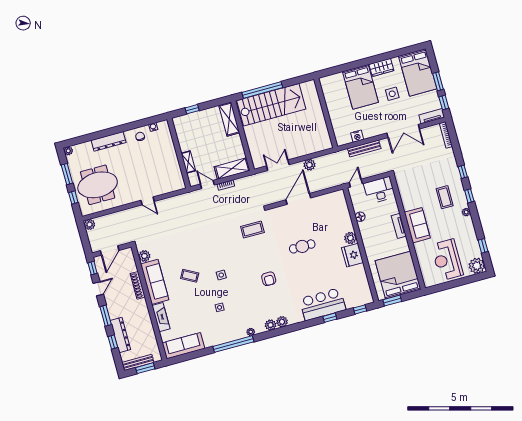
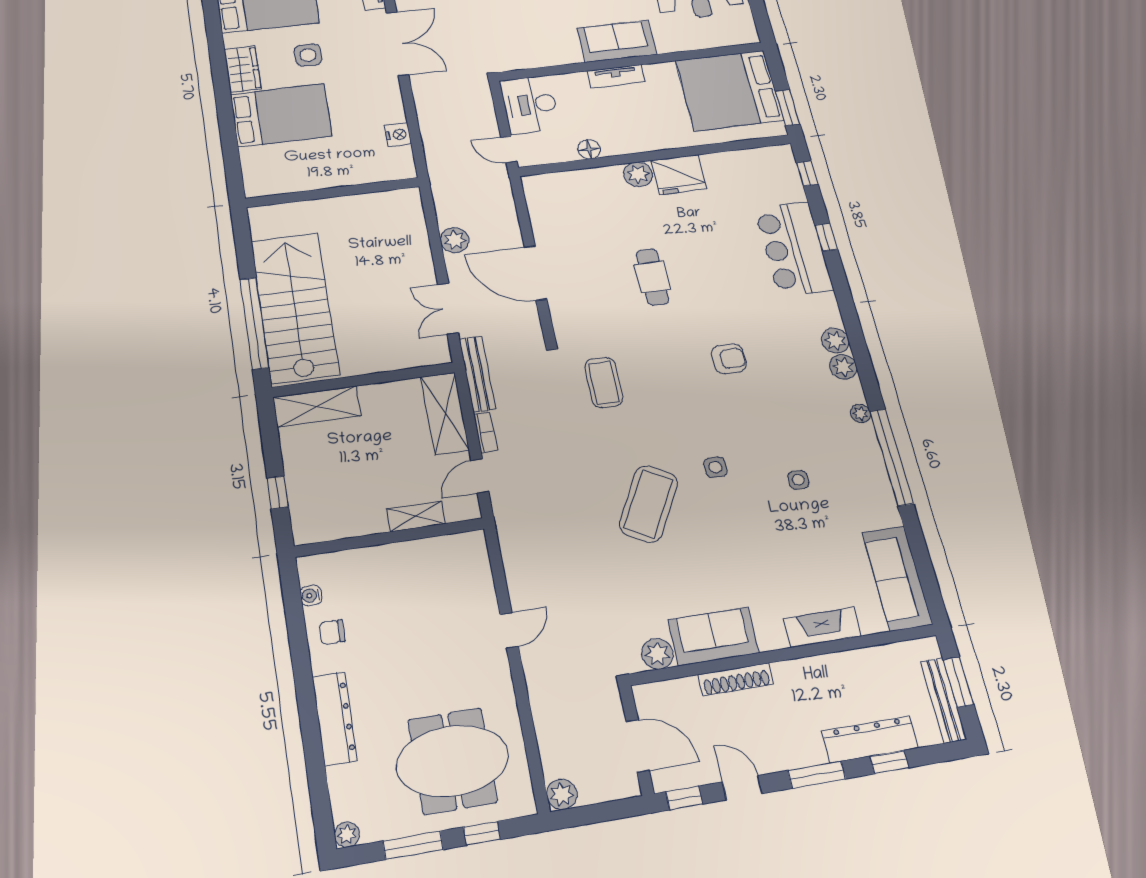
bench: (364, 148) -> (477, 374), moved
meeting table: (98, 185) -> (453, 761), turned 90
coffee table: (190, 276) -> (648, 504), moved, width x1.86, depth x1.72
sofa: (155, 282) -> (713, 636), width x0.73

